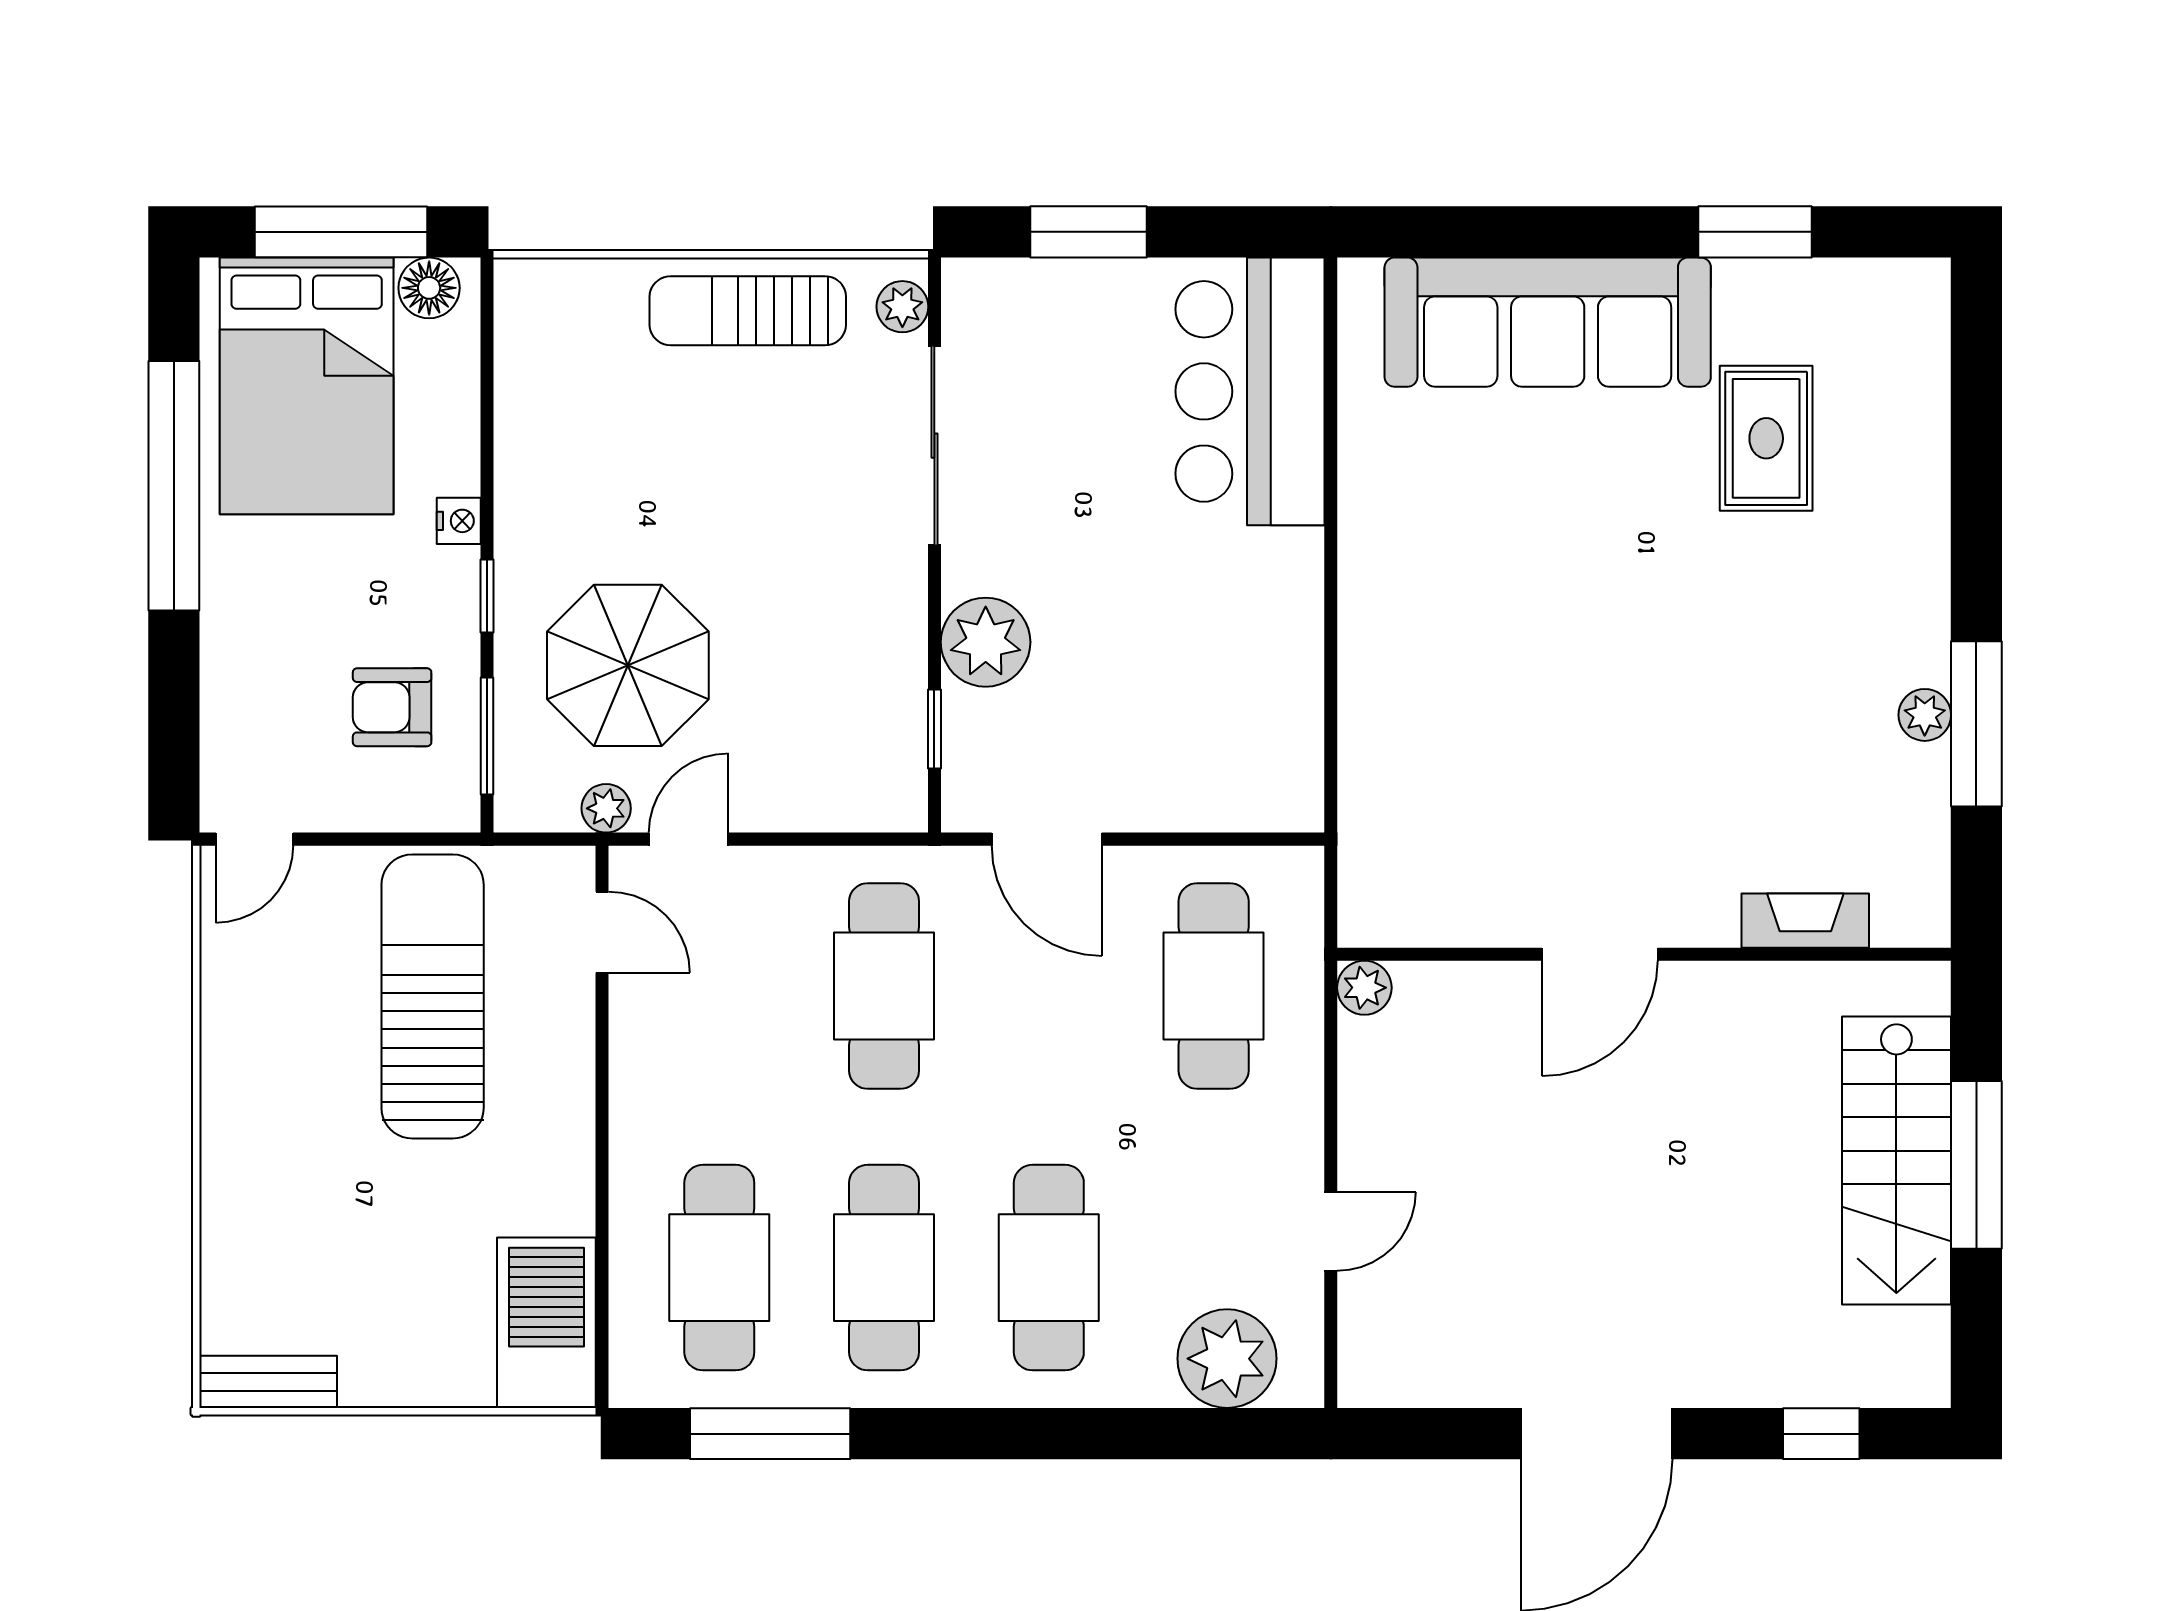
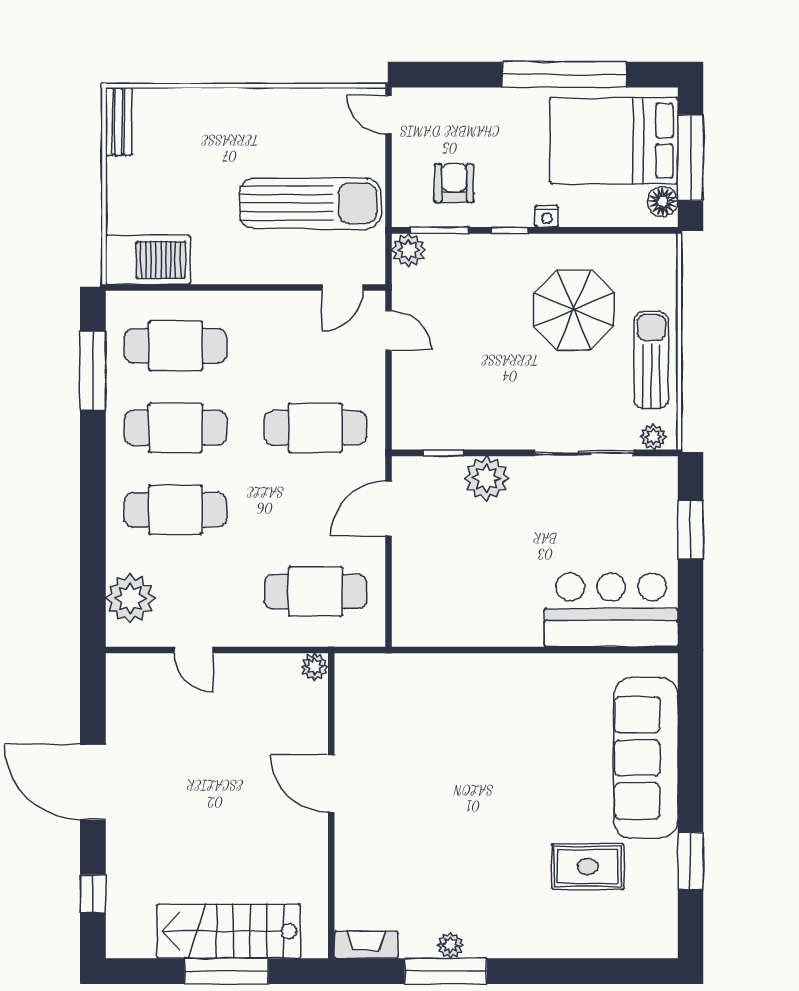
parasol: (628, 665) -> (574, 310), moved
plant: (606, 808) -> (408, 250), moved, width x1.38, depth x1.38
fireplace: (1805, 921) -> (366, 945), moved, turned -90

